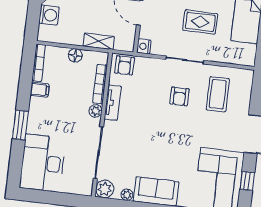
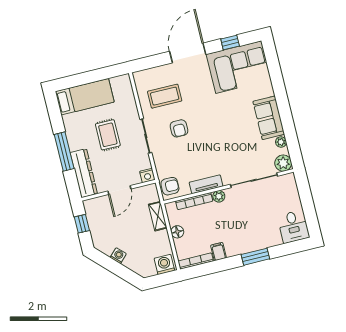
washing machine: (49, 15) -> (164, 264), moved
armchair: (180, 96) -> (179, 128), turned 90
desk: (43, 163) -> (293, 227), width x0.53, depth x0.77

